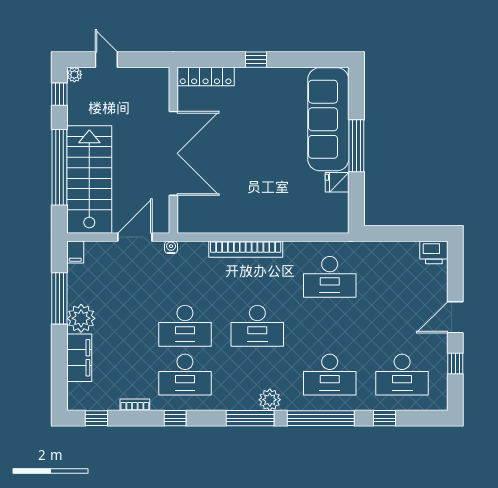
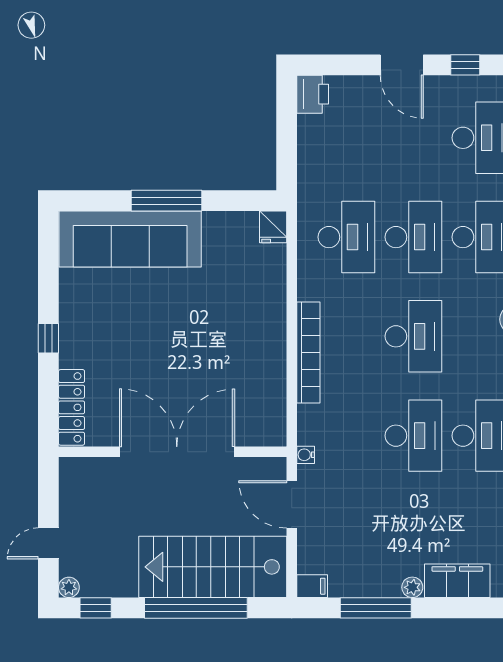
fridge: (337, 182) -> (273, 227), moved
plant: (81, 318) -> (412, 587), width x0.53, depth x0.53
desk: (330, 326) -> (413, 237), added

